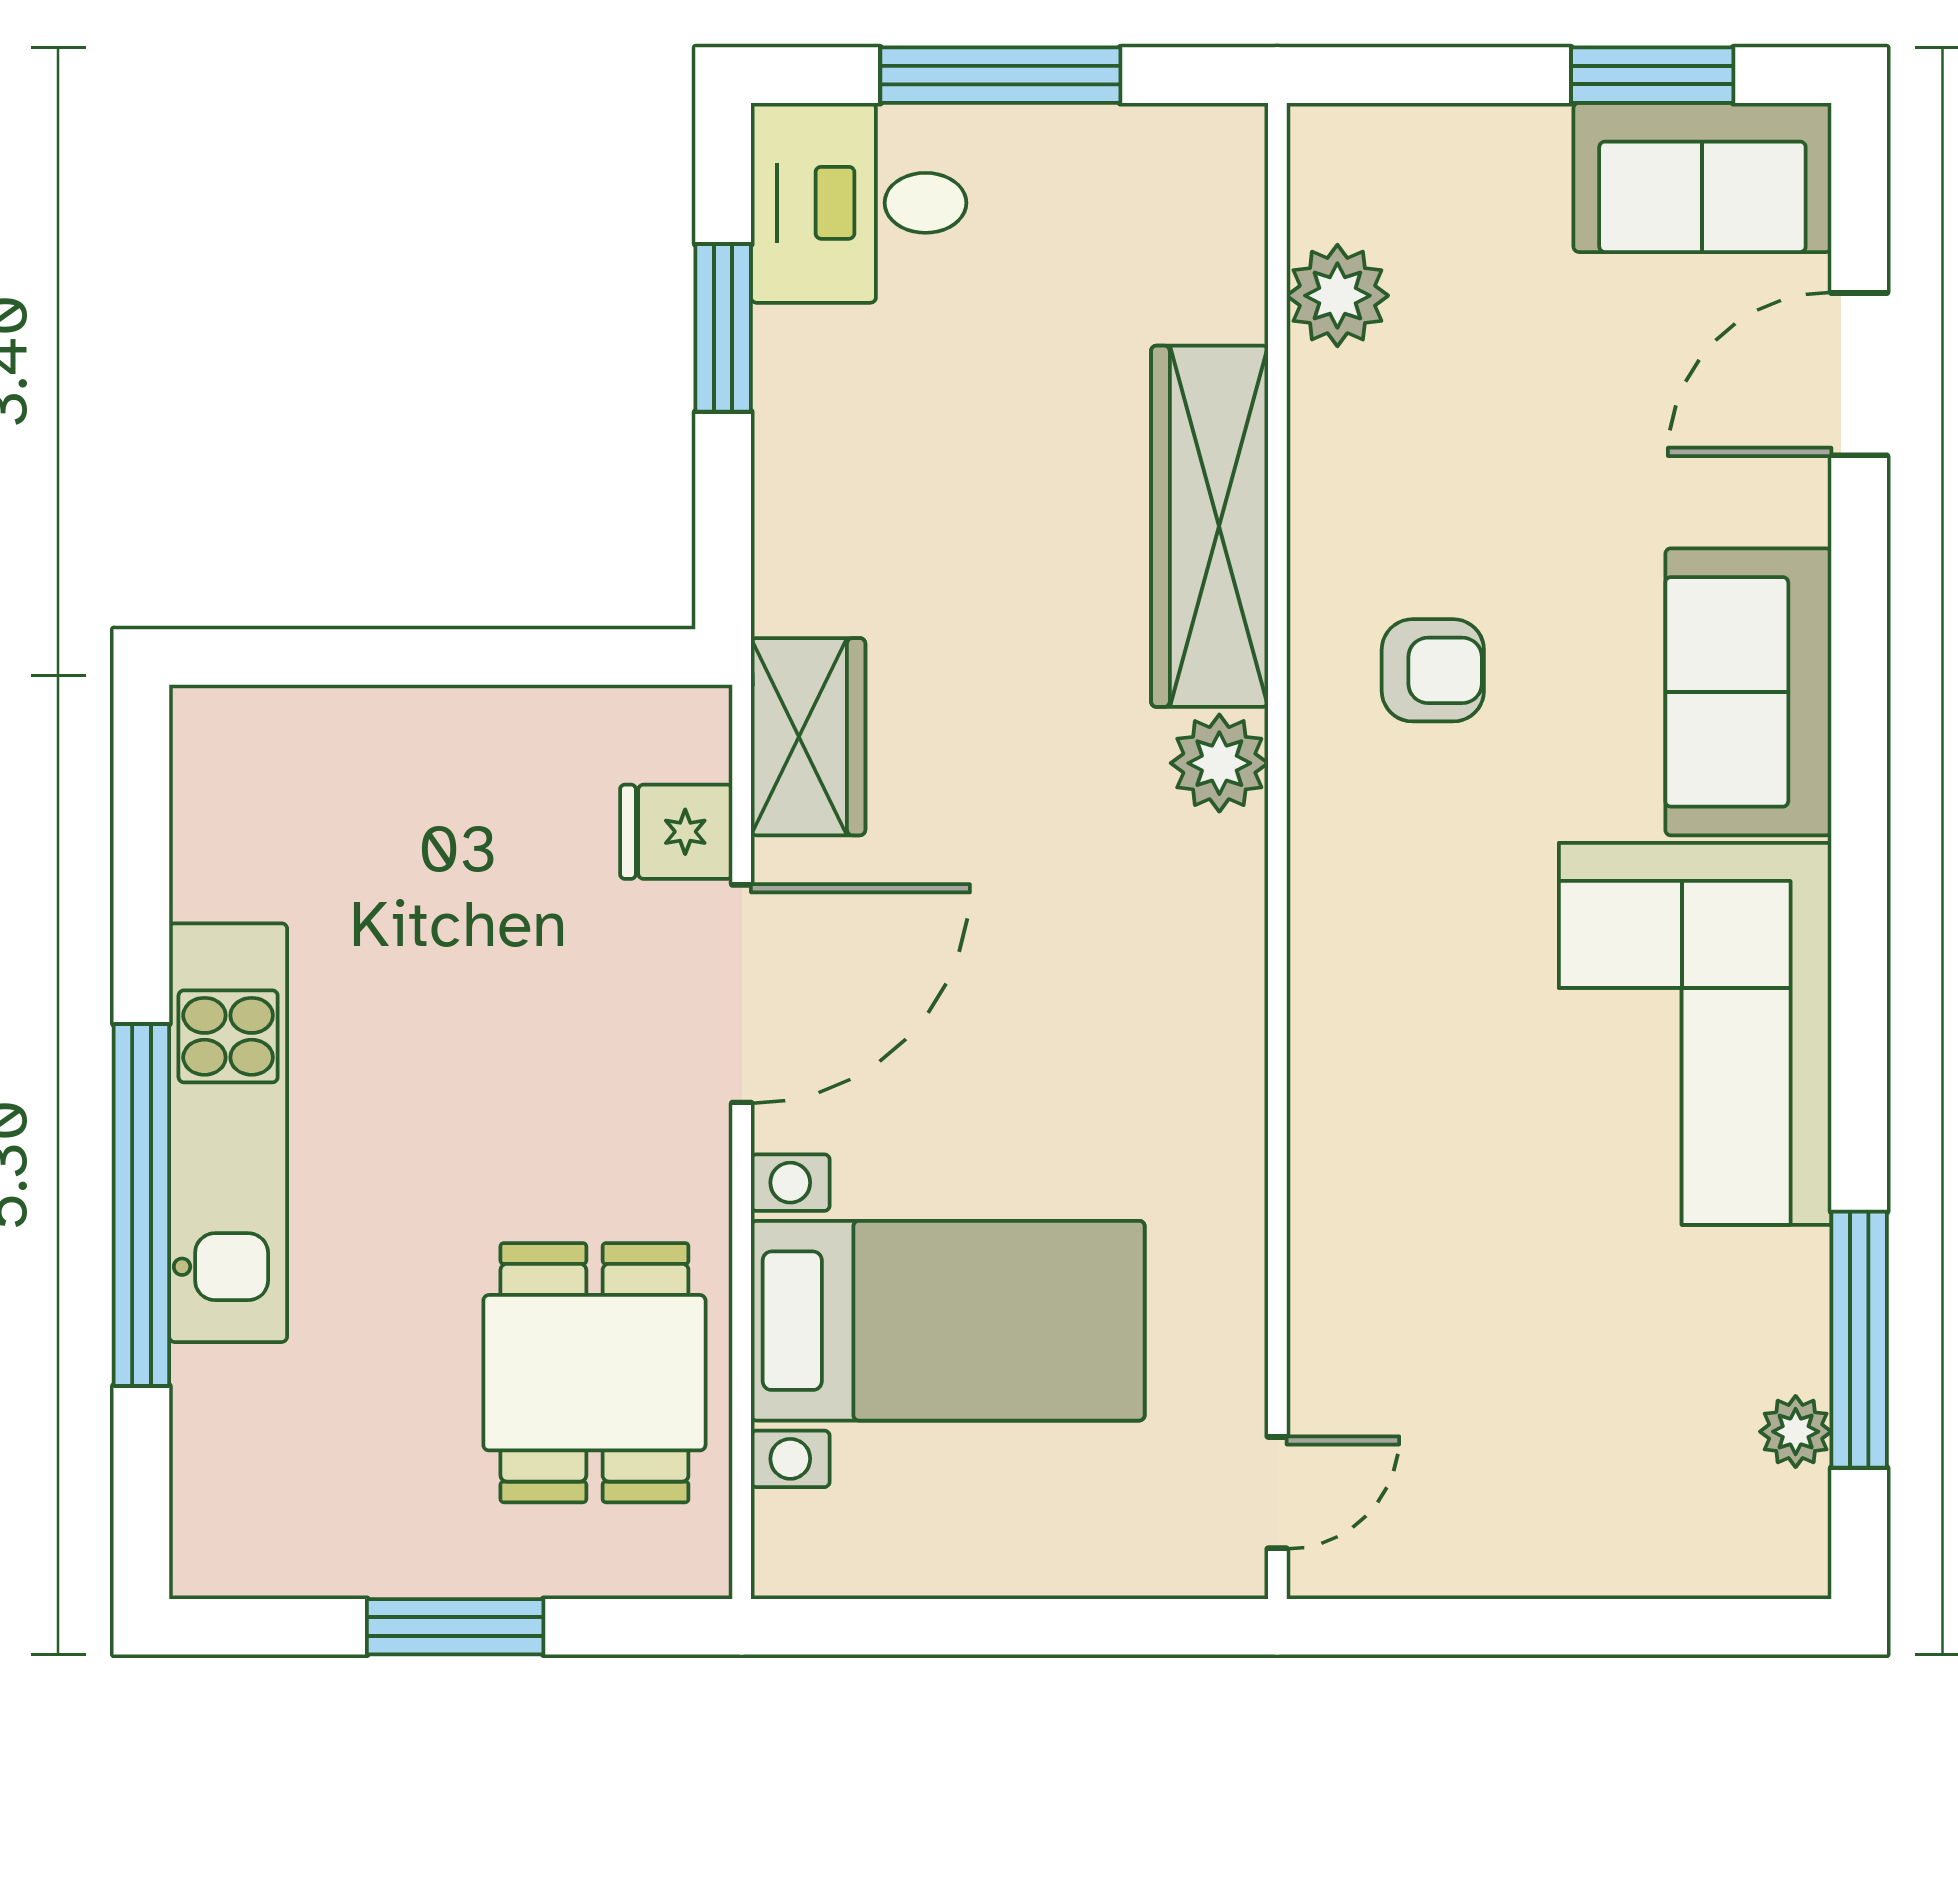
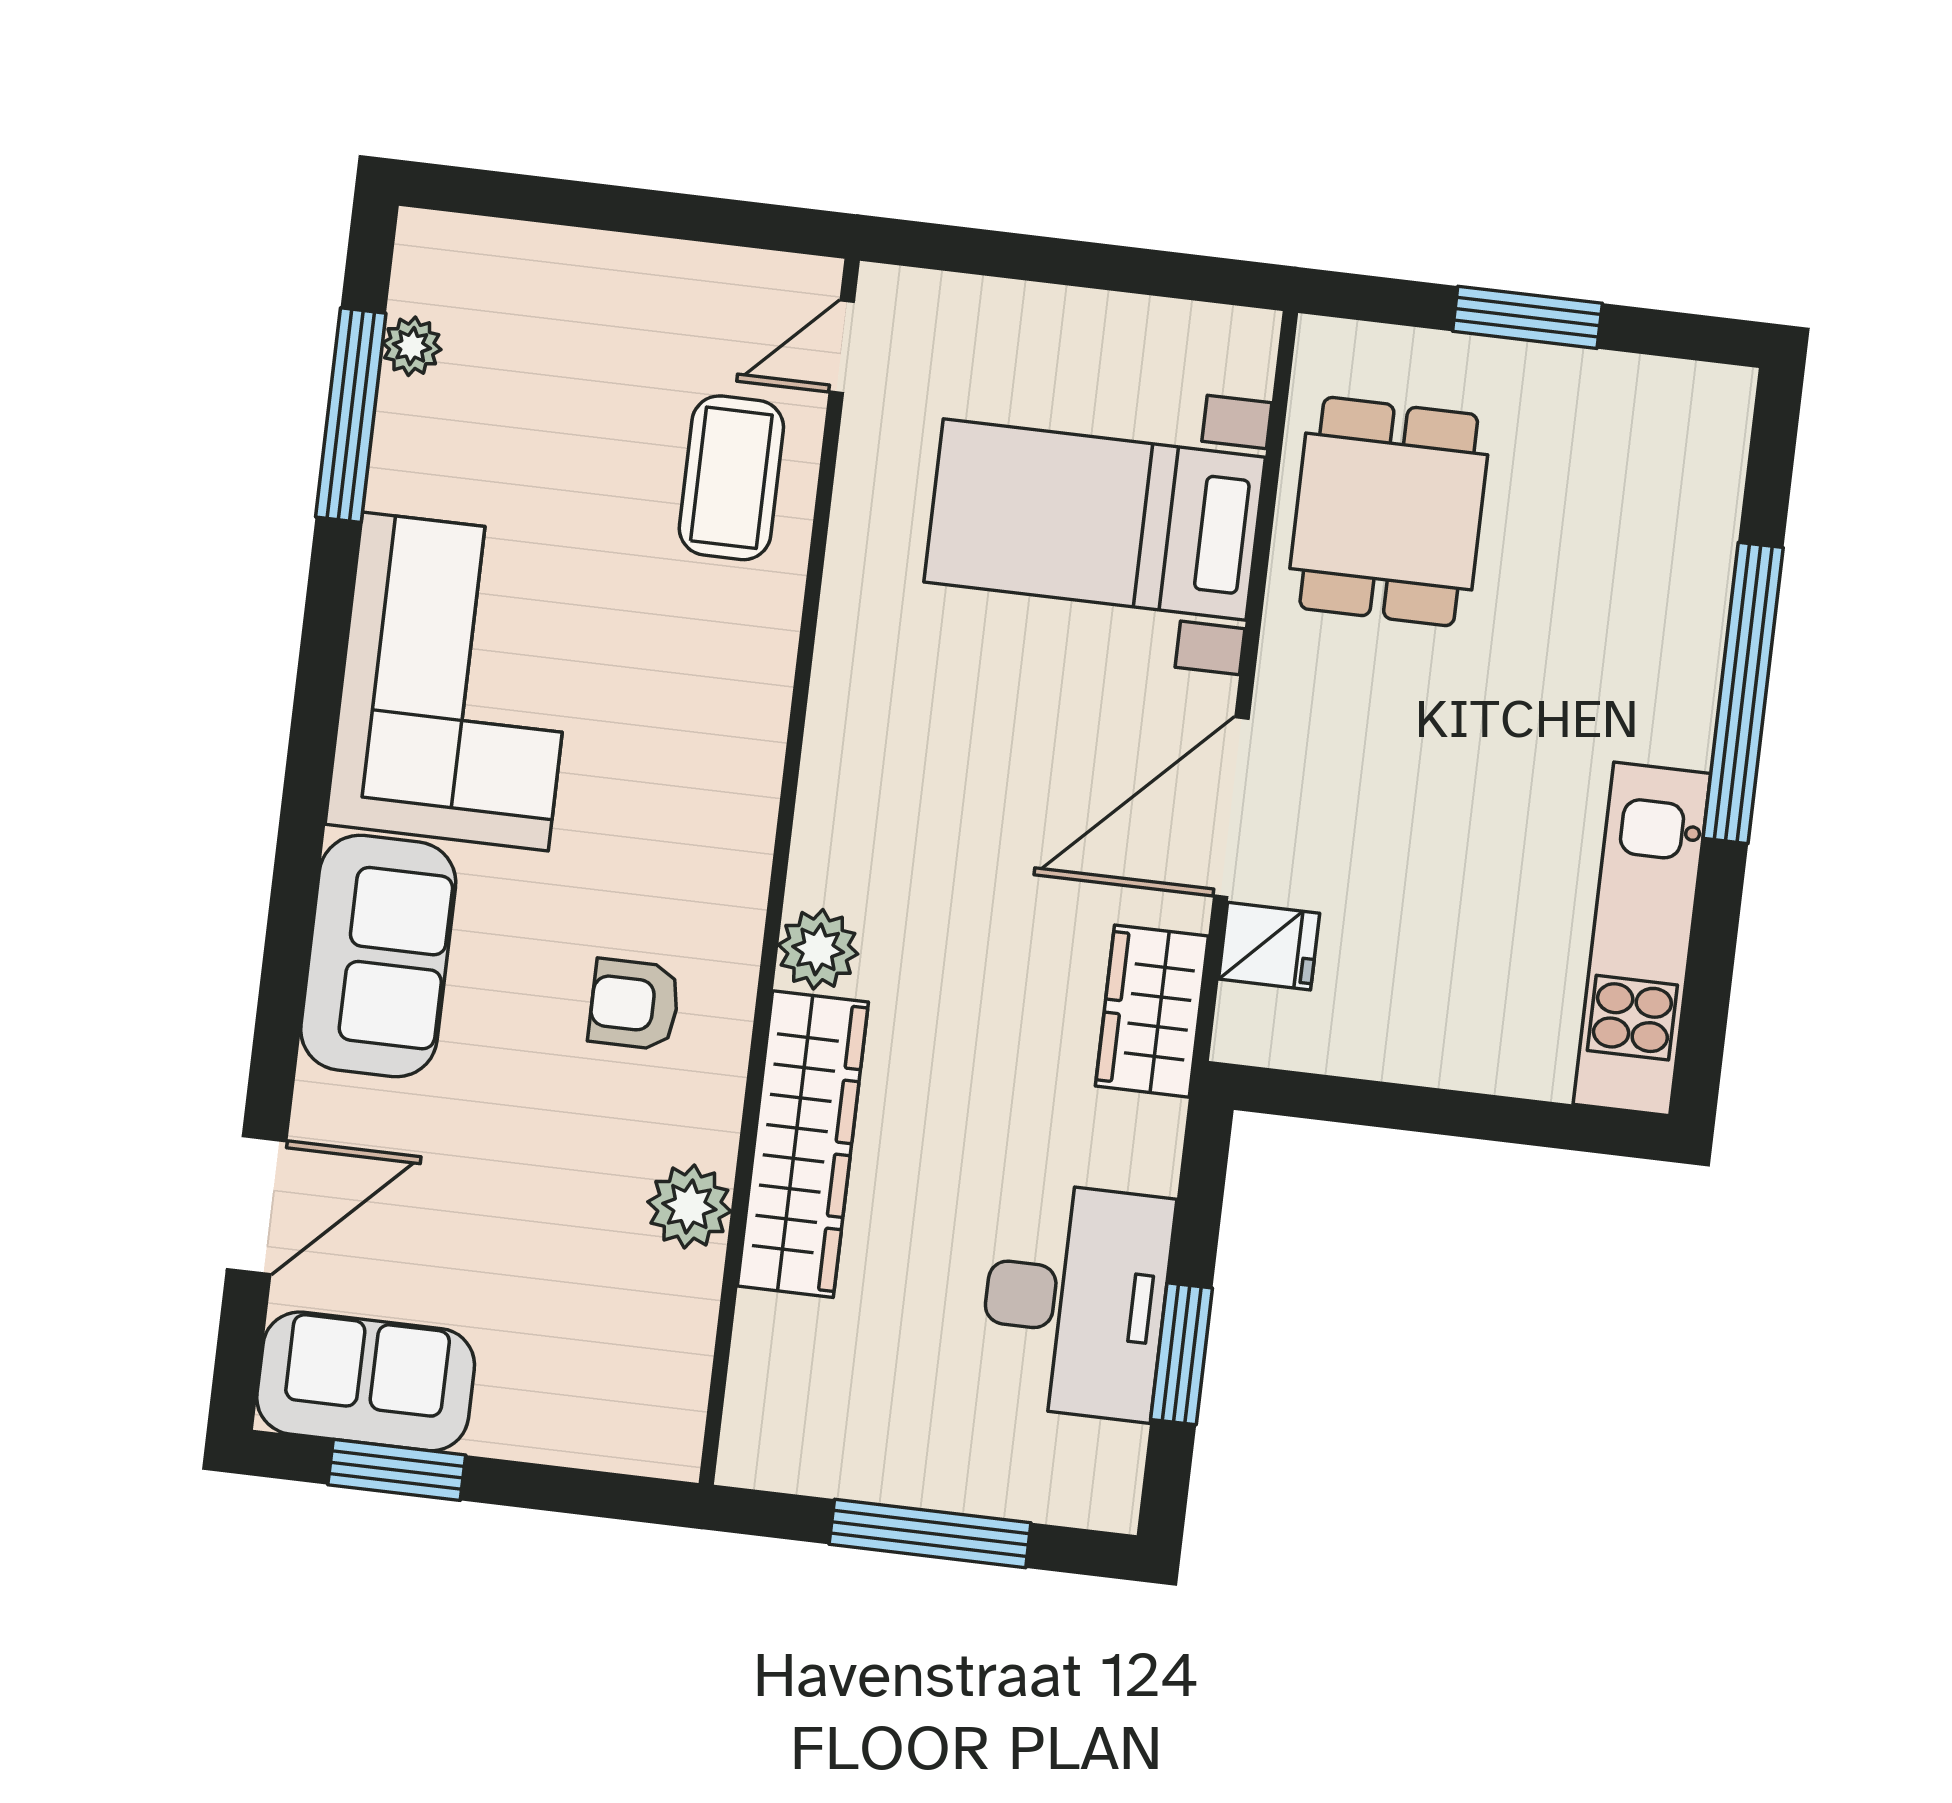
desk: (859, 203) -> (1075, 1301), moved, width x1.37
plant: (1337, 296) -> (689, 1207), moved
kitchen unit: (228, 1133) -> (1642, 939), moved
coffee table: (1391, 1319) -> (731, 478), added

